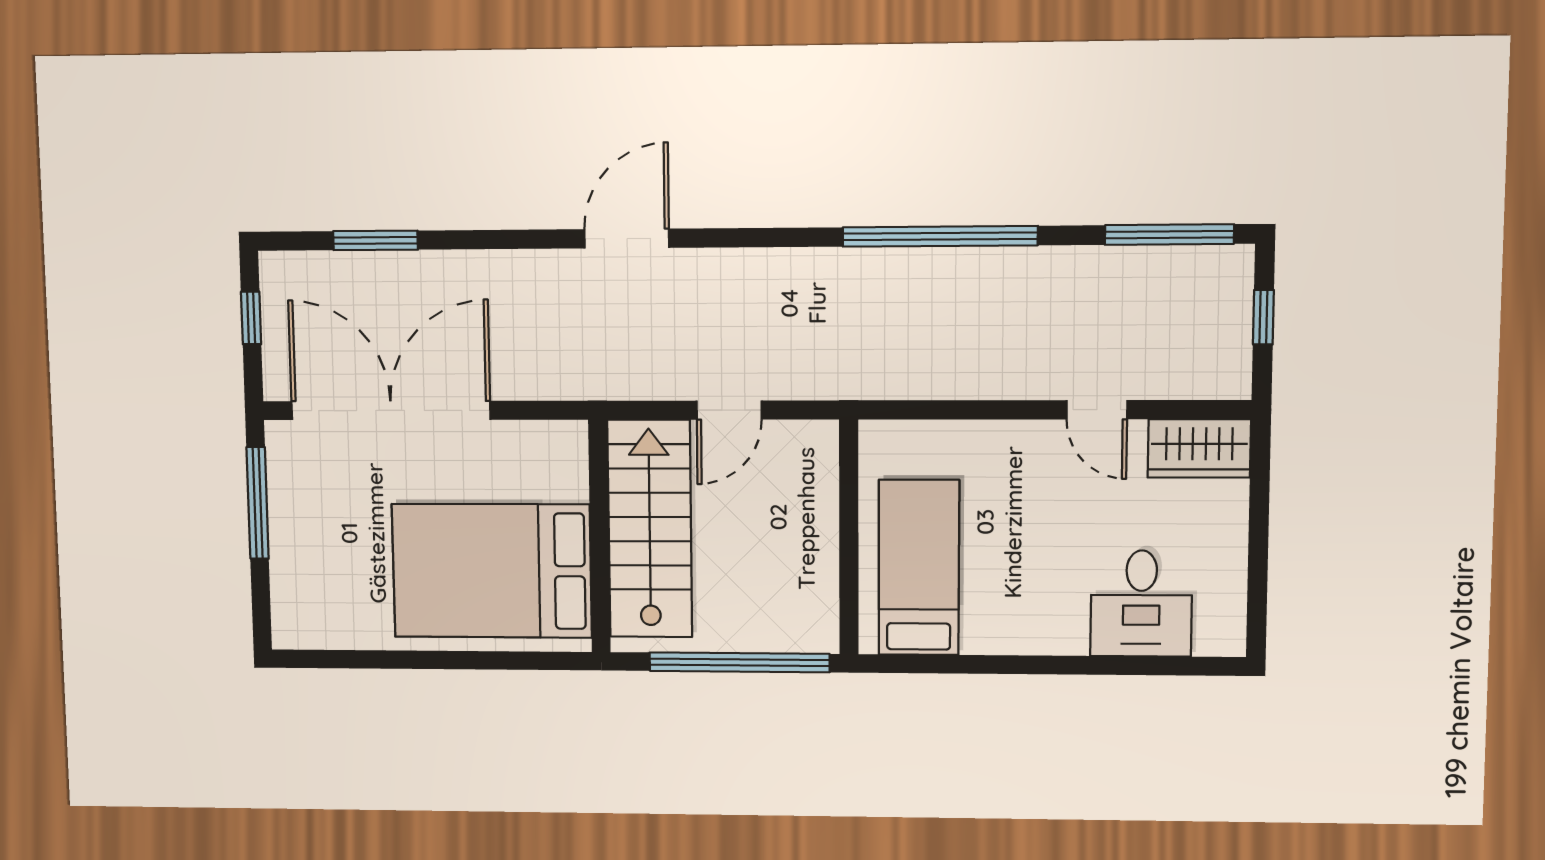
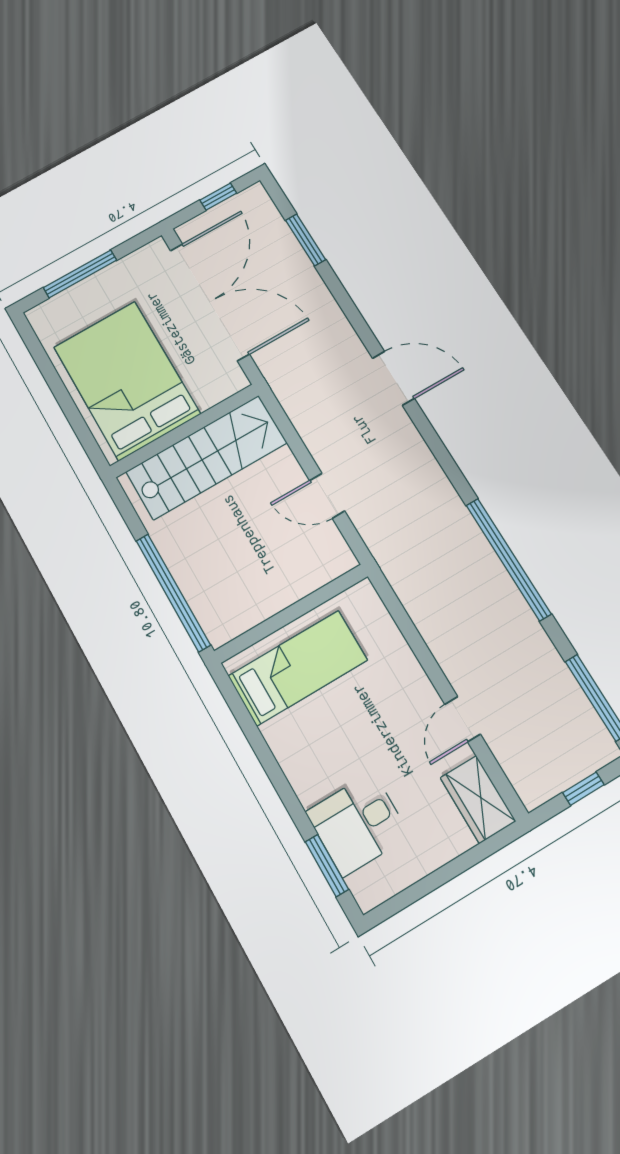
window: (258, 503) -> (80, 274), moved
stairs: (650, 529) -> (207, 457), moved
wall: (599, 537) -> (184, 431), moved
bed: (492, 571) -> (127, 380), moved
window: (1166, 666) -> (327, 866), added

